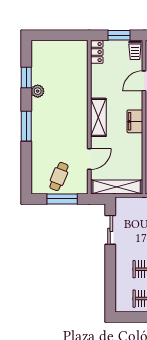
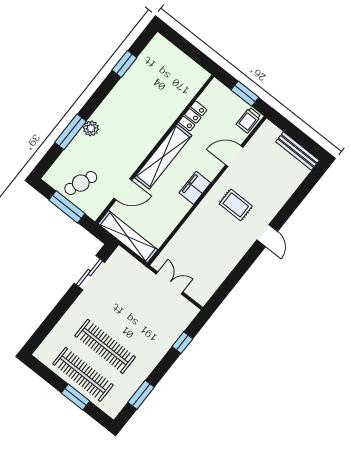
locker: (97, 52) -> (193, 116), moved
plant: (38, 91) -> (91, 128), moved
shelving: (98, 117) -> (163, 156), width x1.47
window: (26, 126) -> (71, 132), moved

